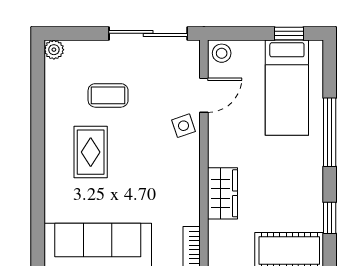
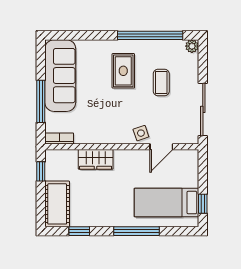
stool: (222, 53) -> (190, 159), removed
door: (204, 95) -> (161, 147), hinge flipped
window: (38, 112) -> (150, 35), added
rug: (91, 152) -> (123, 71), turned 90

